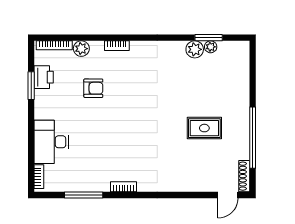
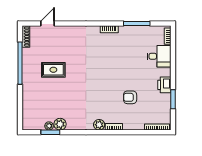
plant: (81, 49) -> (99, 125), moved
printer: (44, 77) -> (164, 85), moved
desk: (51, 142) -> (159, 56), width x0.73
door: (228, 195) -> (48, 24), moved

